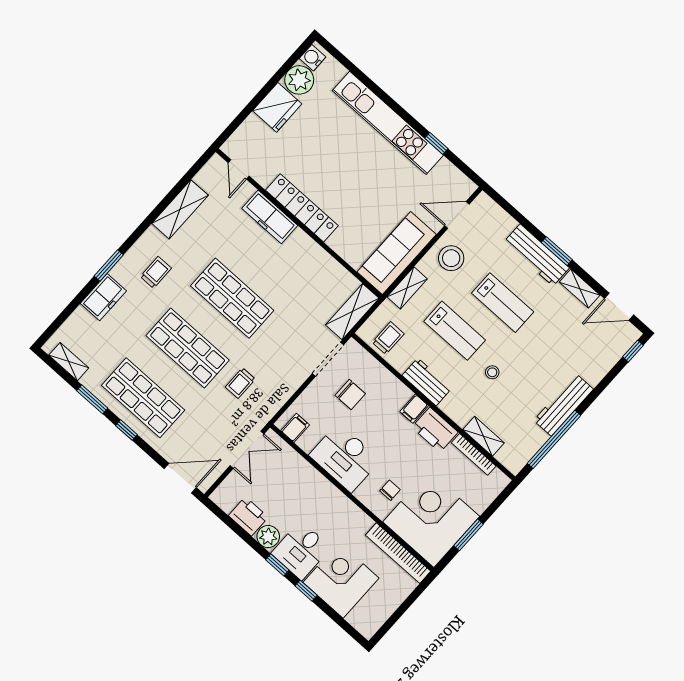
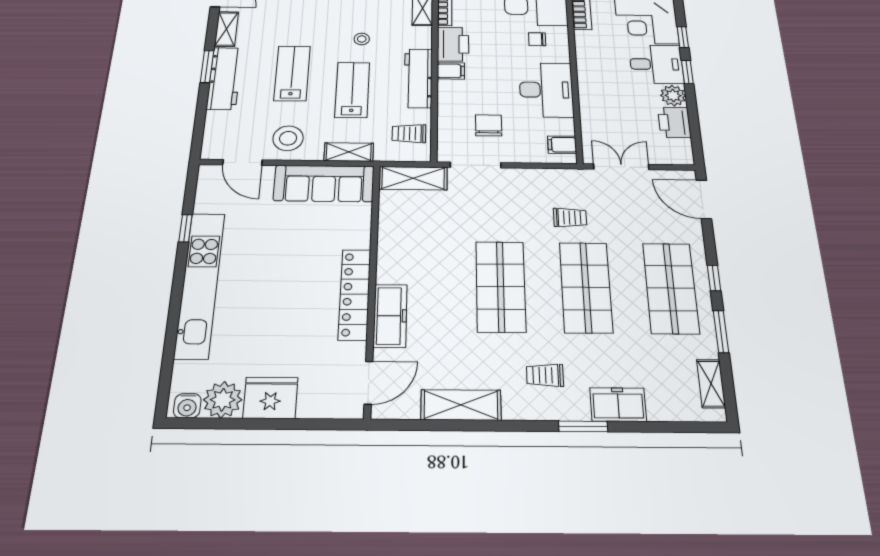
door: (239, 169) -> (369, 383), width x1.37
workbench: (427, 382) -> (418, 78), width x1.38

